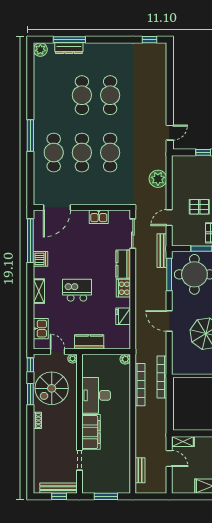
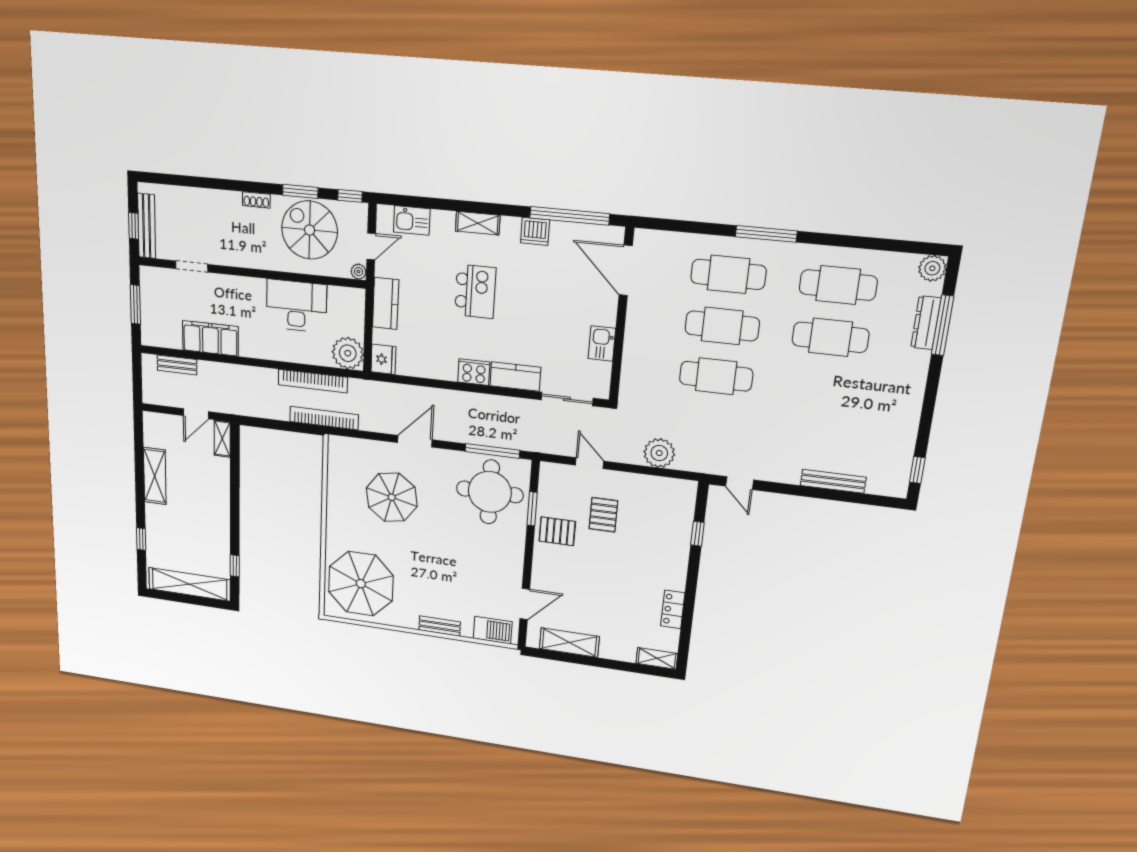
cafe table: (110, 95) -> (838, 285), moved
bench: (162, 251) -> (833, 481), moved
fridge: (123, 316) -> (383, 359), moved, turned 90
plant: (125, 359) -> (348, 353), width x1.87, depth x1.87
filing cabinet: (91, 432) -> (210, 338), moved, turned 180

